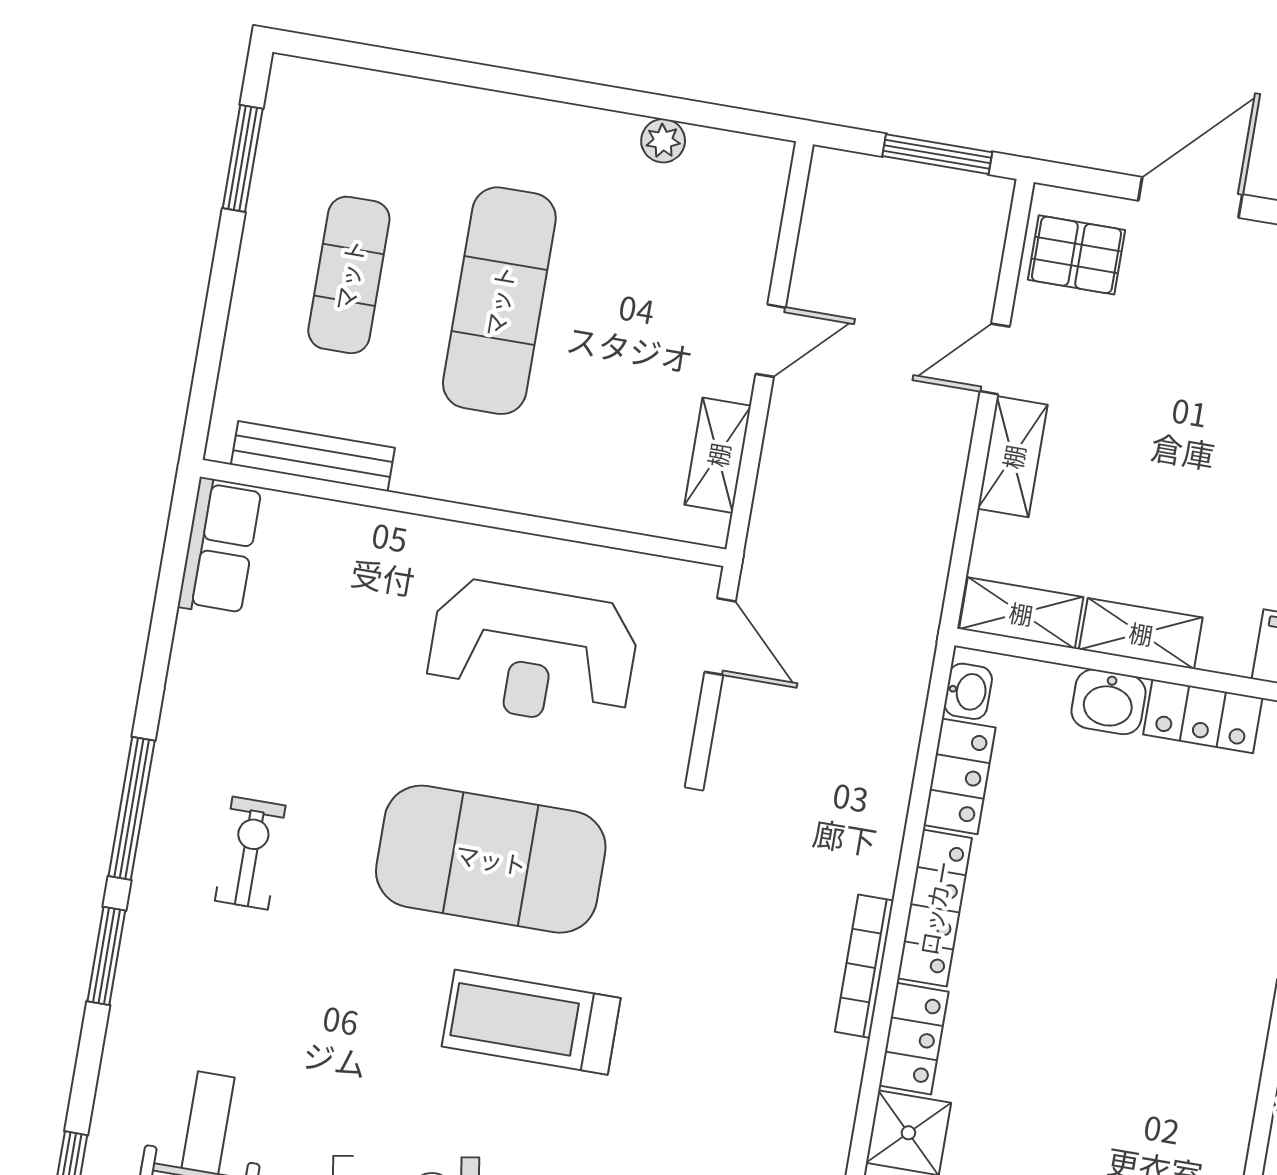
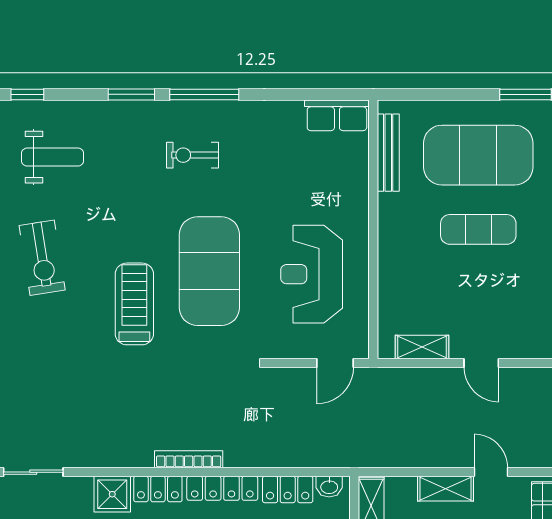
exercise mat: (349, 275) -> (478, 155), width x2.00, depth x1.45
exercise mat: (499, 301) -> (478, 229), width x0.73, depth x0.69
exercise bike: (250, 853) -> (192, 155), turned 180

